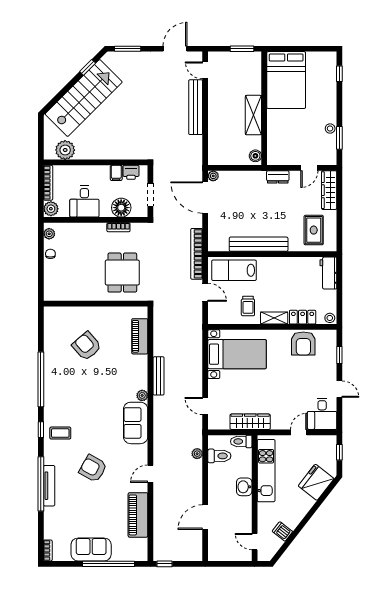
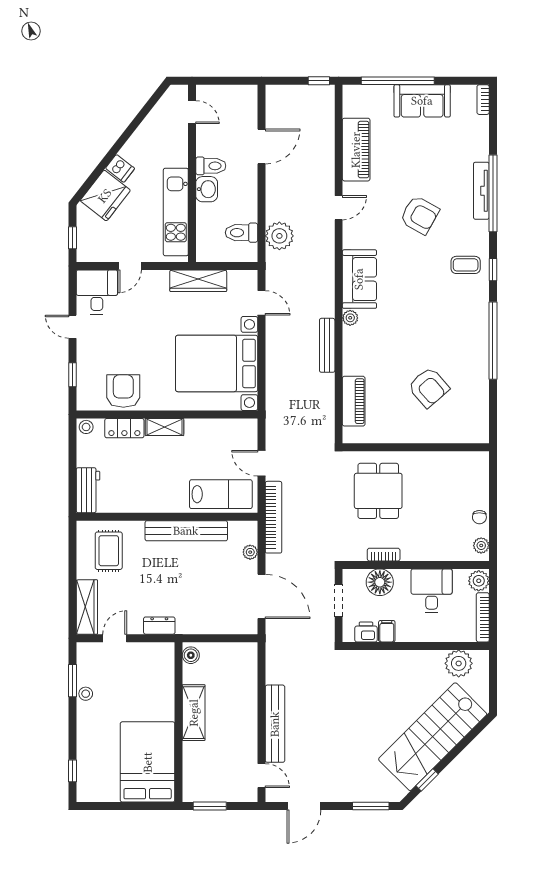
plant: (213, 176) -> (250, 552), moved
trolley: (248, 306) -> (201, 444), removed
bed with nightstands: (237, 354) -> (217, 363), width x1.36
toilet: (241, 441) -> (211, 166), moved
plant: (197, 454) -> (279, 236), width x1.88, depth x1.88
dishwasher: (282, 531) -> (120, 168), moved

